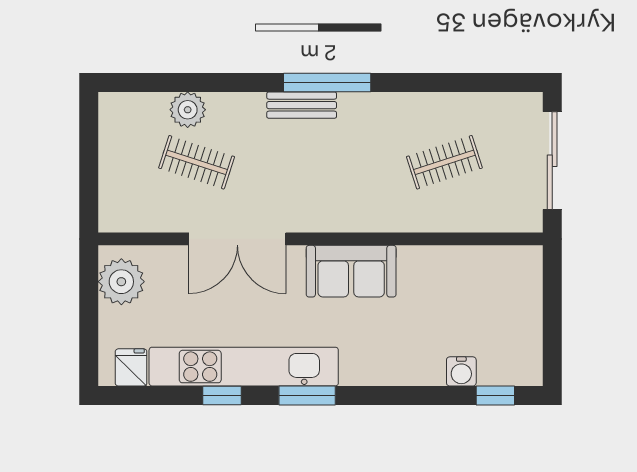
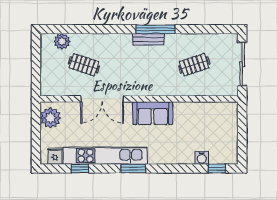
window: (327, 82) -> (155, 29), moved
bench: (302, 105) -> (148, 39), moved
plant: (188, 110) -> (62, 41), moved
window: (222, 396) -> (80, 169), moved

